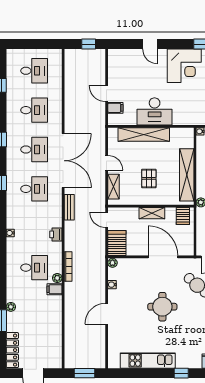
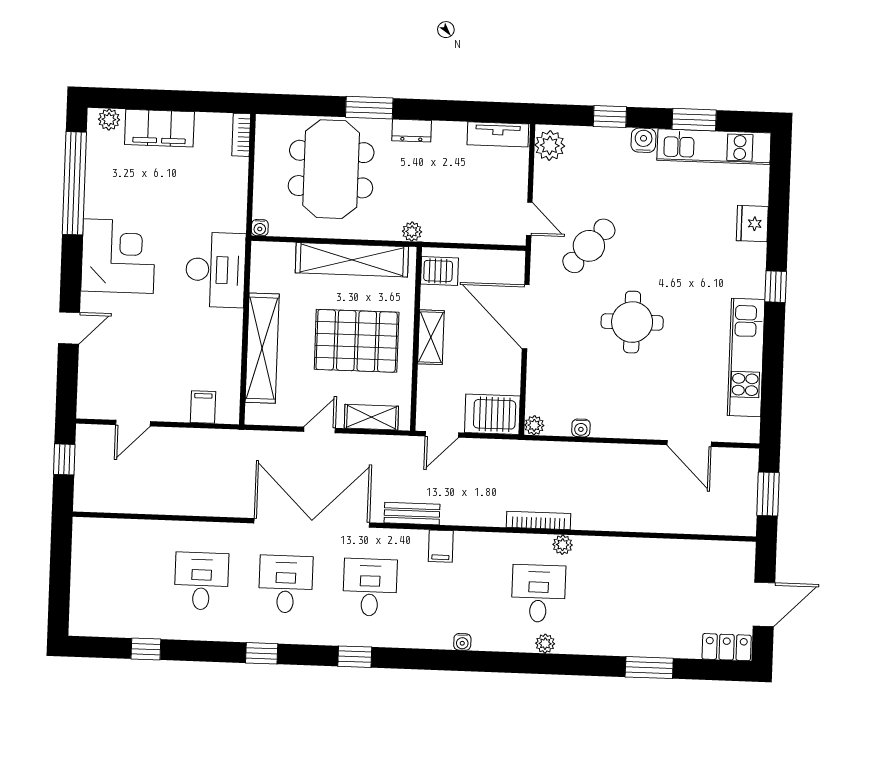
desk: (34, 71) -> (117, 578), removed
door: (107, 94) -> (133, 423), moved
desk: (155, 111) -> (216, 270), moved
pallet: (149, 178) -> (357, 341), width x2.05, depth x2.00
printer: (56, 234) -> (469, 544), removed
door: (163, 257) -> (526, 317), hinge flipped
filing cabinet: (54, 289) -> (441, 546), moved
plant: (11, 307) -> (545, 644), moved
door: (107, 314) -> (689, 443), moved
locker: (12, 350) -> (727, 647), width x0.66

